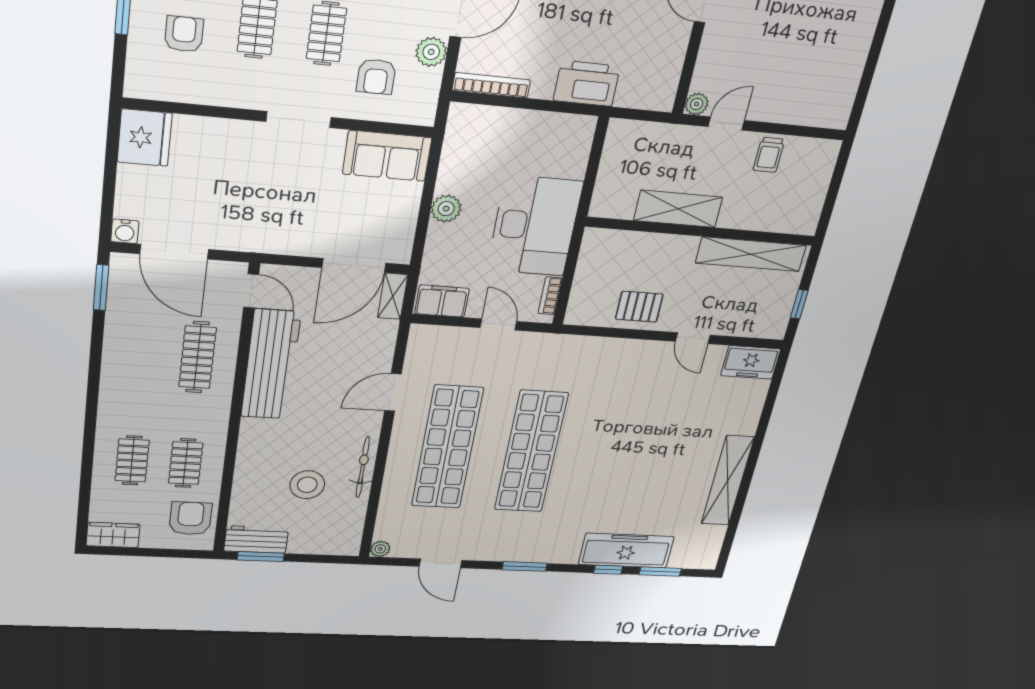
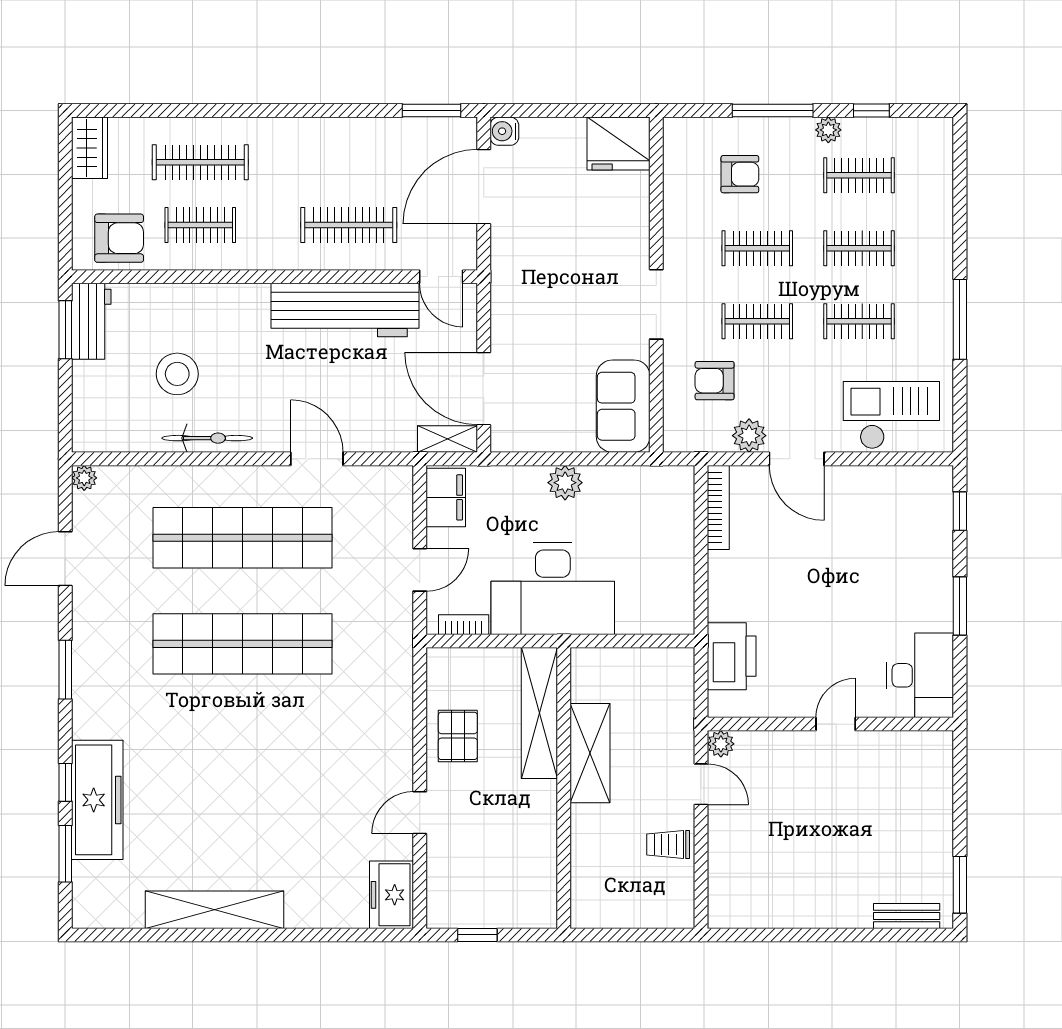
printer: (587, 83) -> (732, 656), moved
shelving: (751, 254) -> (539, 713), moved
door: (251, 291) -> (441, 277), hinge flipped
clothes rail: (132, 460) -> (200, 162), width x1.36

